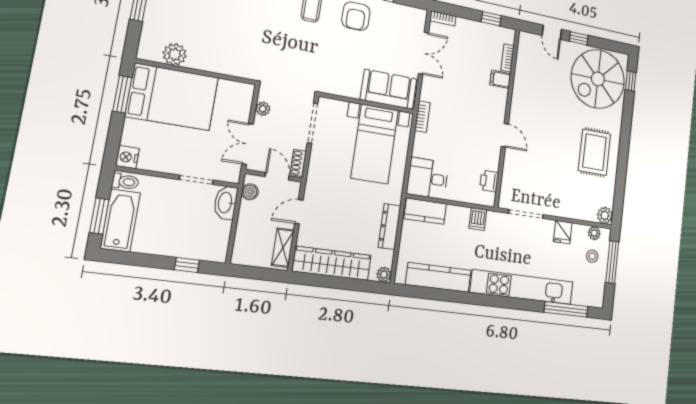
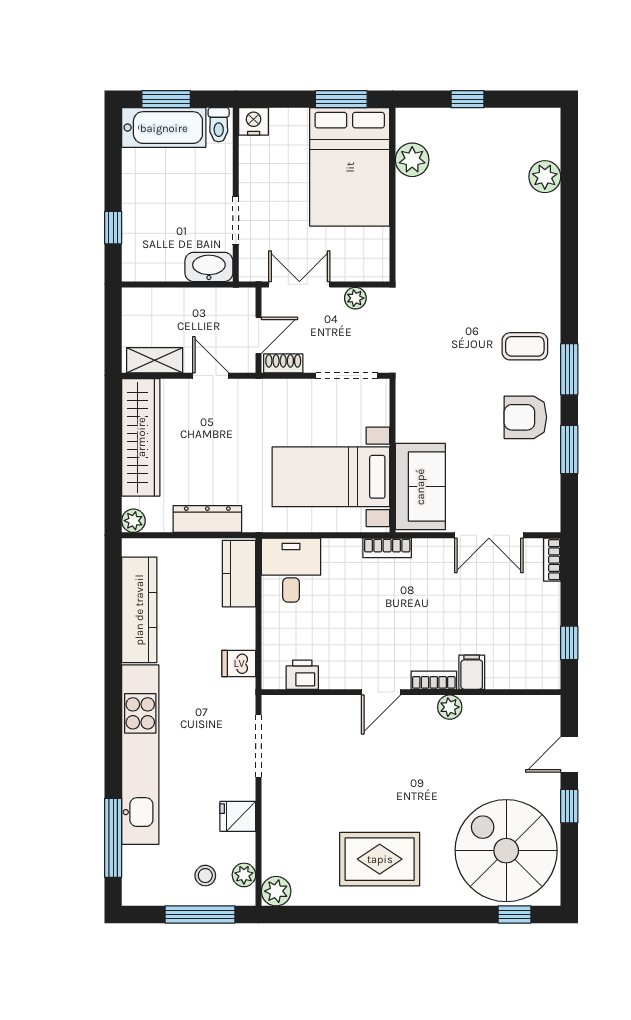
bookcase: (507, 58) -> (434, 680), moved
plant: (518, 96) -> (450, 707), added
boiler: (250, 192) -> (230, 299), removed

